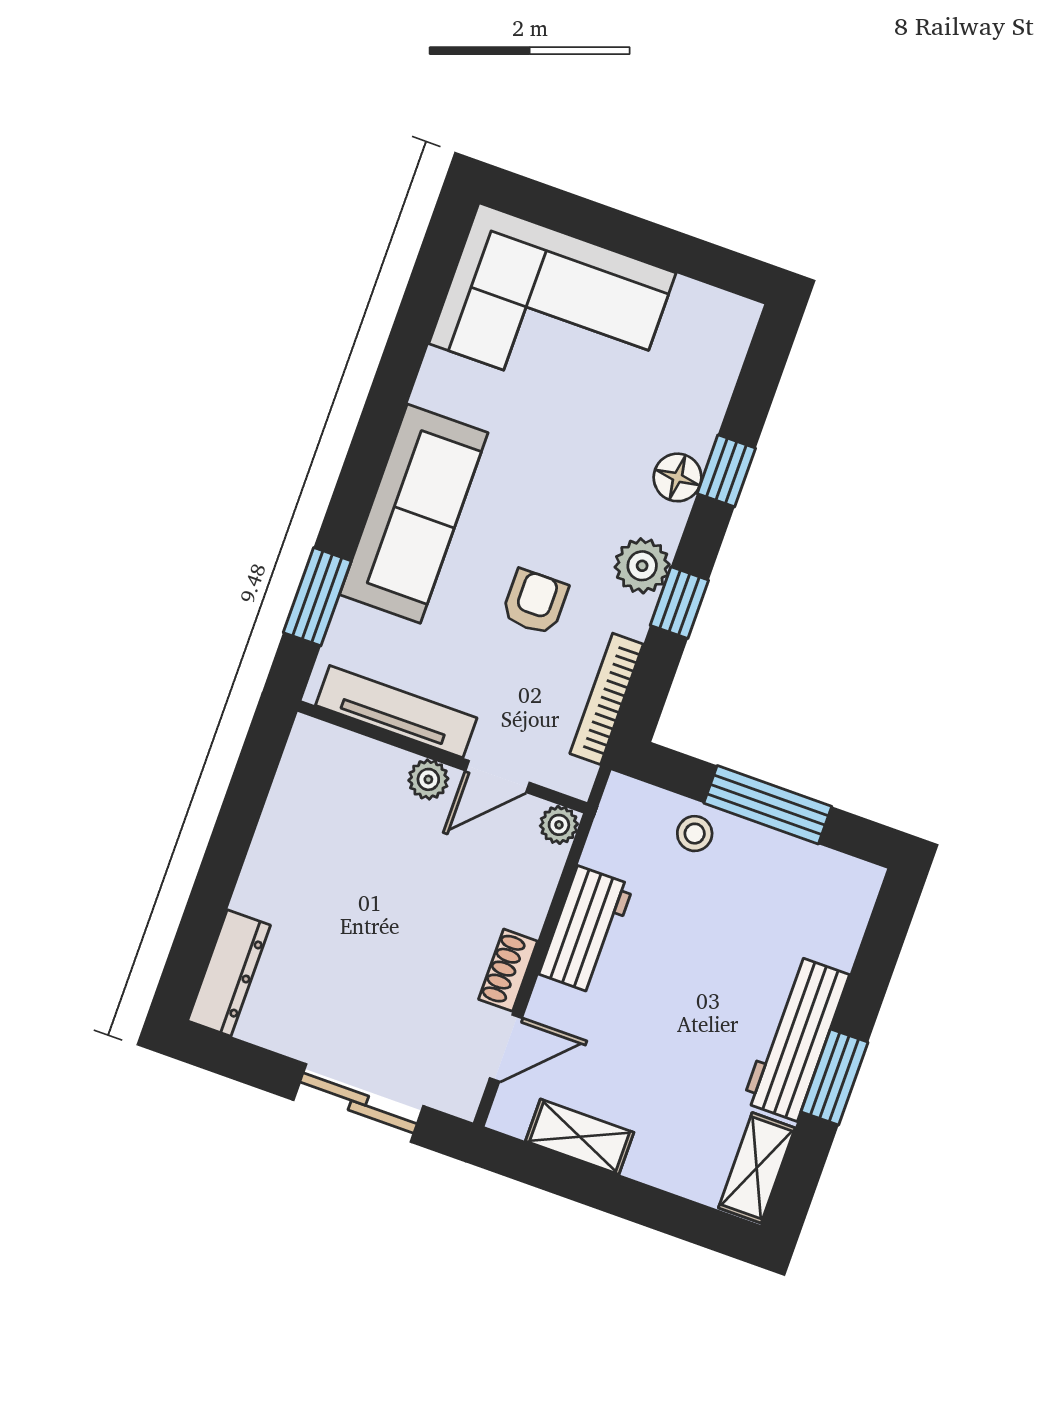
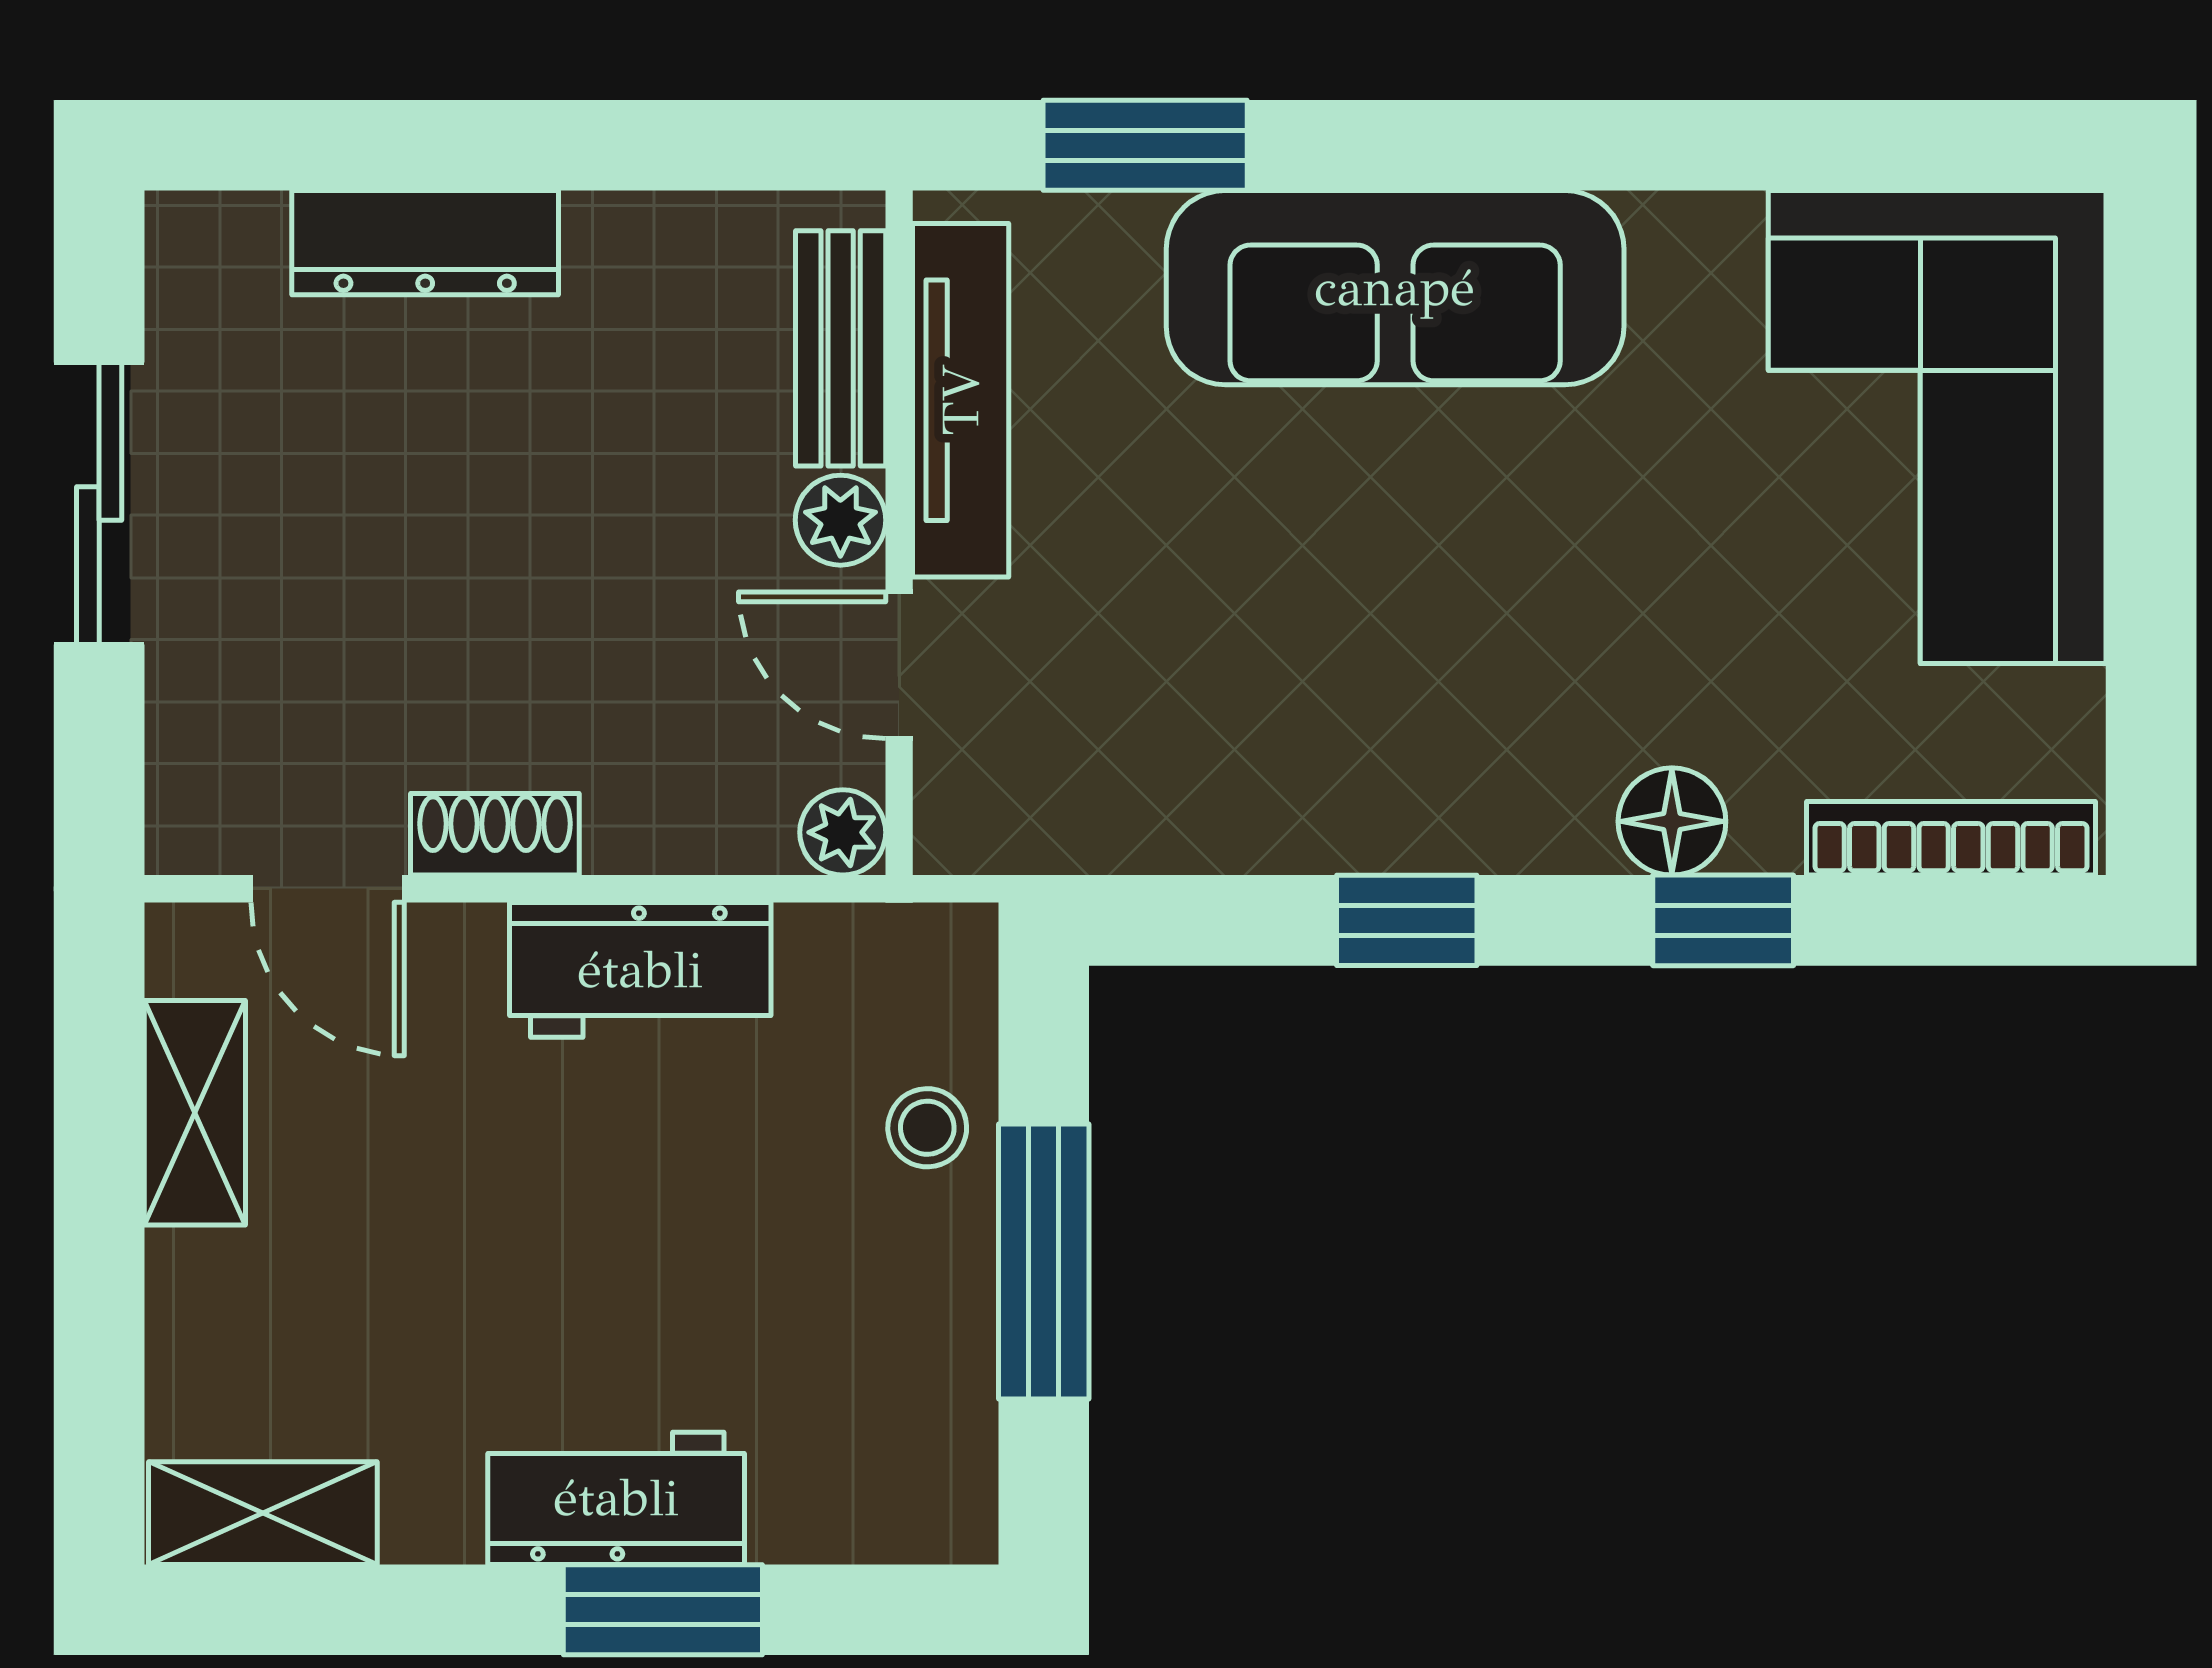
plant: (642, 566) -> (1457, 813), removed
armchair: (535, 602) -> (1299, 612), removed
bookcase: (607, 699) -> (1951, 838), moved
bench: (357, 754) -> (841, 348), added
dresser: (229, 973) -> (425, 243), moved
workbench: (796, 1038) -> (616, 1498), width x0.73
window: (834, 1077) -> (663, 1610), moved
sliding door: (358, 1103) -> (99, 503), moved

